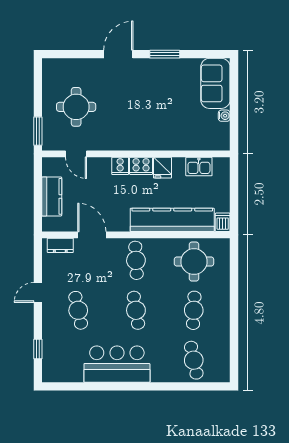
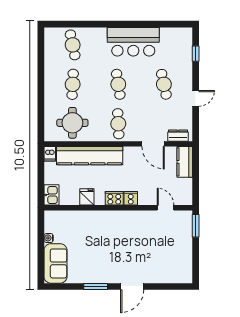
round table: (76, 107) -> (166, 245), removed
kitchen sink: (199, 167) -> (51, 195), moved, turned 90
fridge: (162, 168) -> (87, 197), moved
kitchen counter: (52, 196) -> (185, 162), moved

